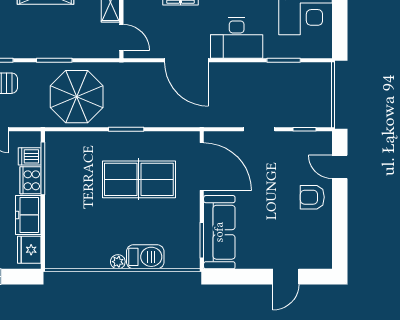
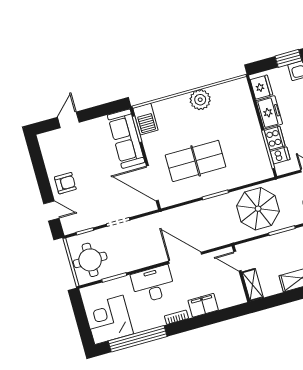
round table: (308, 91) -> (90, 260), added
barbecue: (145, 257) -> (145, 119), moved, turned -90
plant: (118, 262) -> (200, 100), width x1.88, depth x1.88

